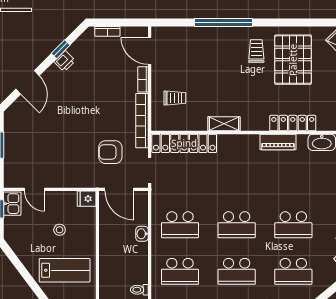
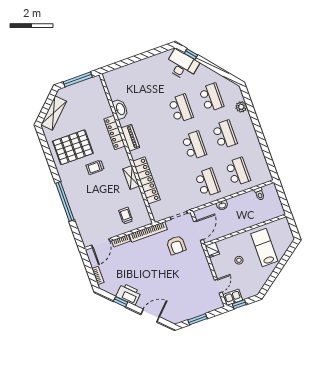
trolley: (256, 51) -> (95, 167), moved
printer: (65, 61) -> (128, 294), width x1.87, depth x1.48
locker: (184, 143) -> (147, 180), moved

